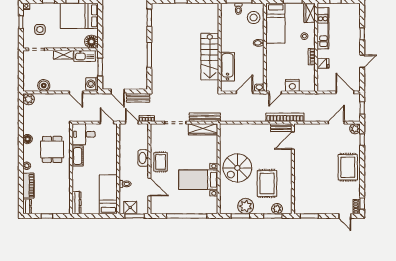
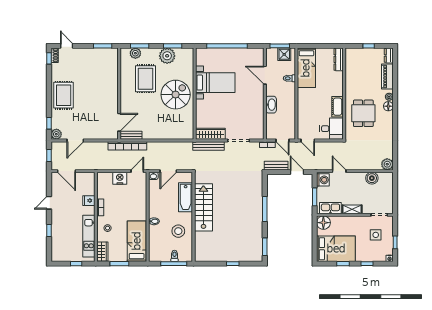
stool: (254, 18) -> (178, 231), moved
floor lamp: (28, 139) -> (388, 106), moved
rug: (161, 162) -> (253, 101), removed

